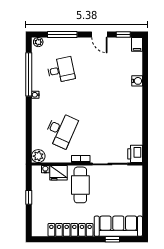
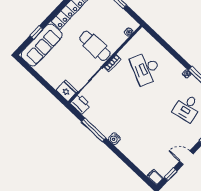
water cooler: (137, 81) -> (114, 139), moved
window: (145, 125) -> (94, 130), added
plant: (38, 156) -> (142, 36), removed
fridge: (59, 173) -> (67, 91), moved, turned 90

